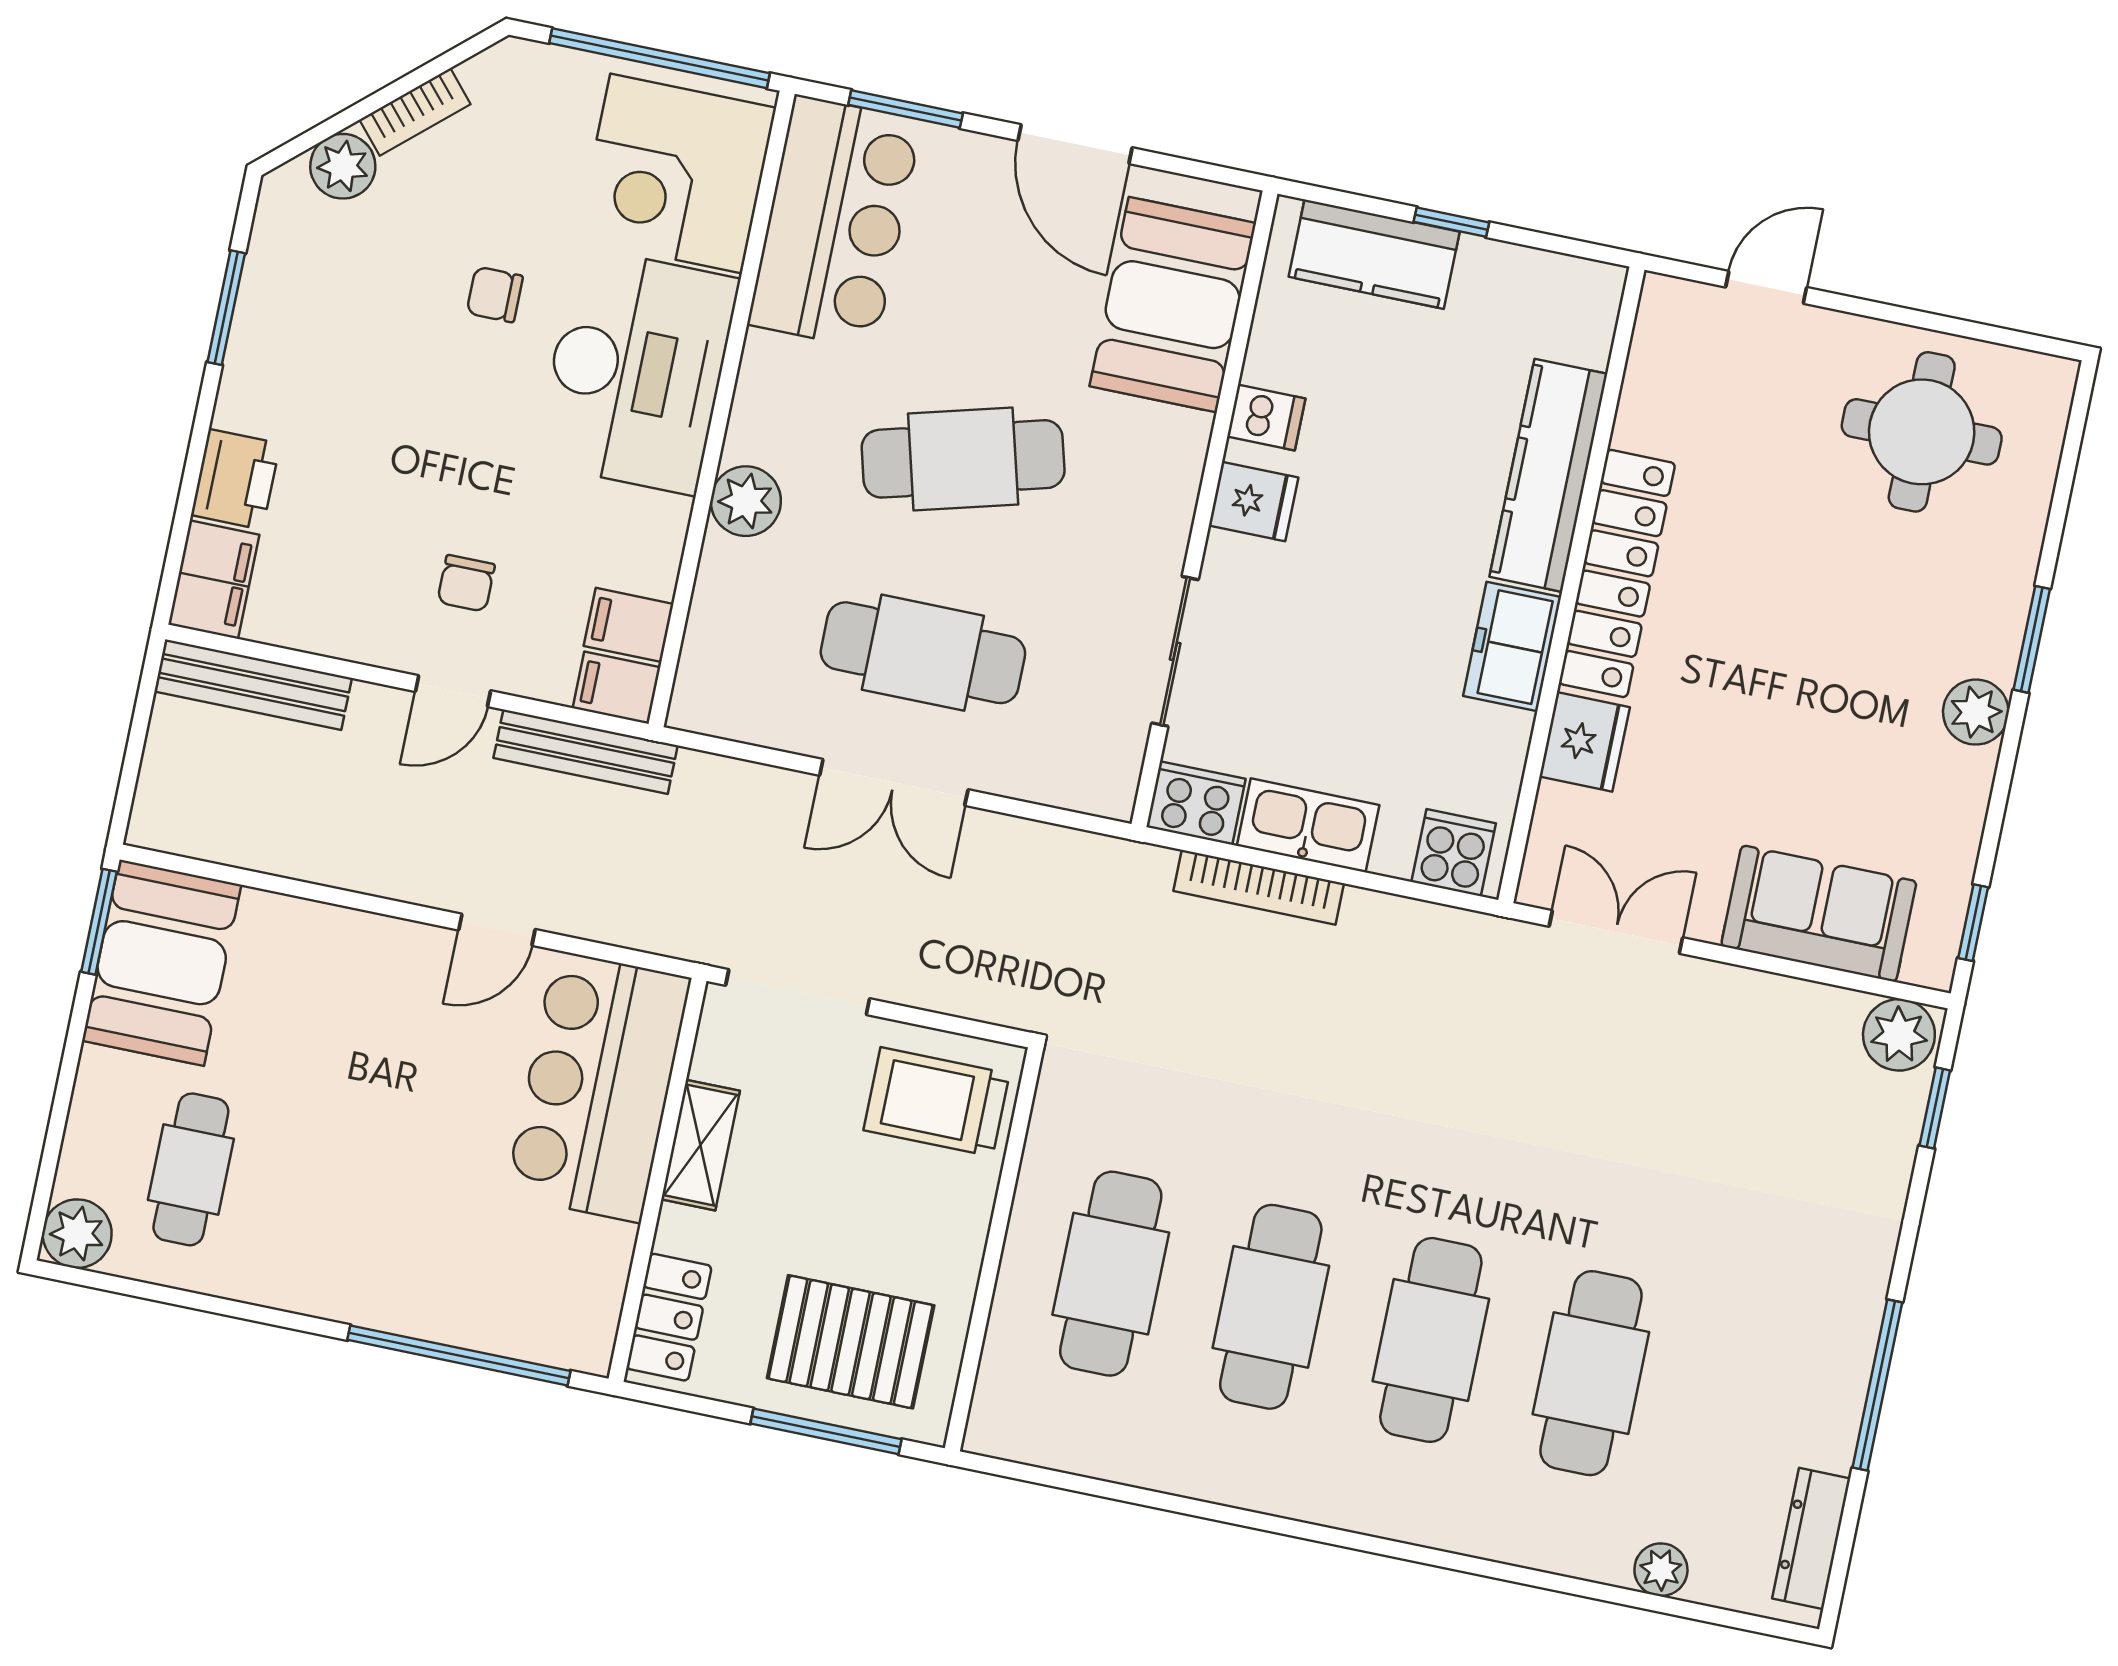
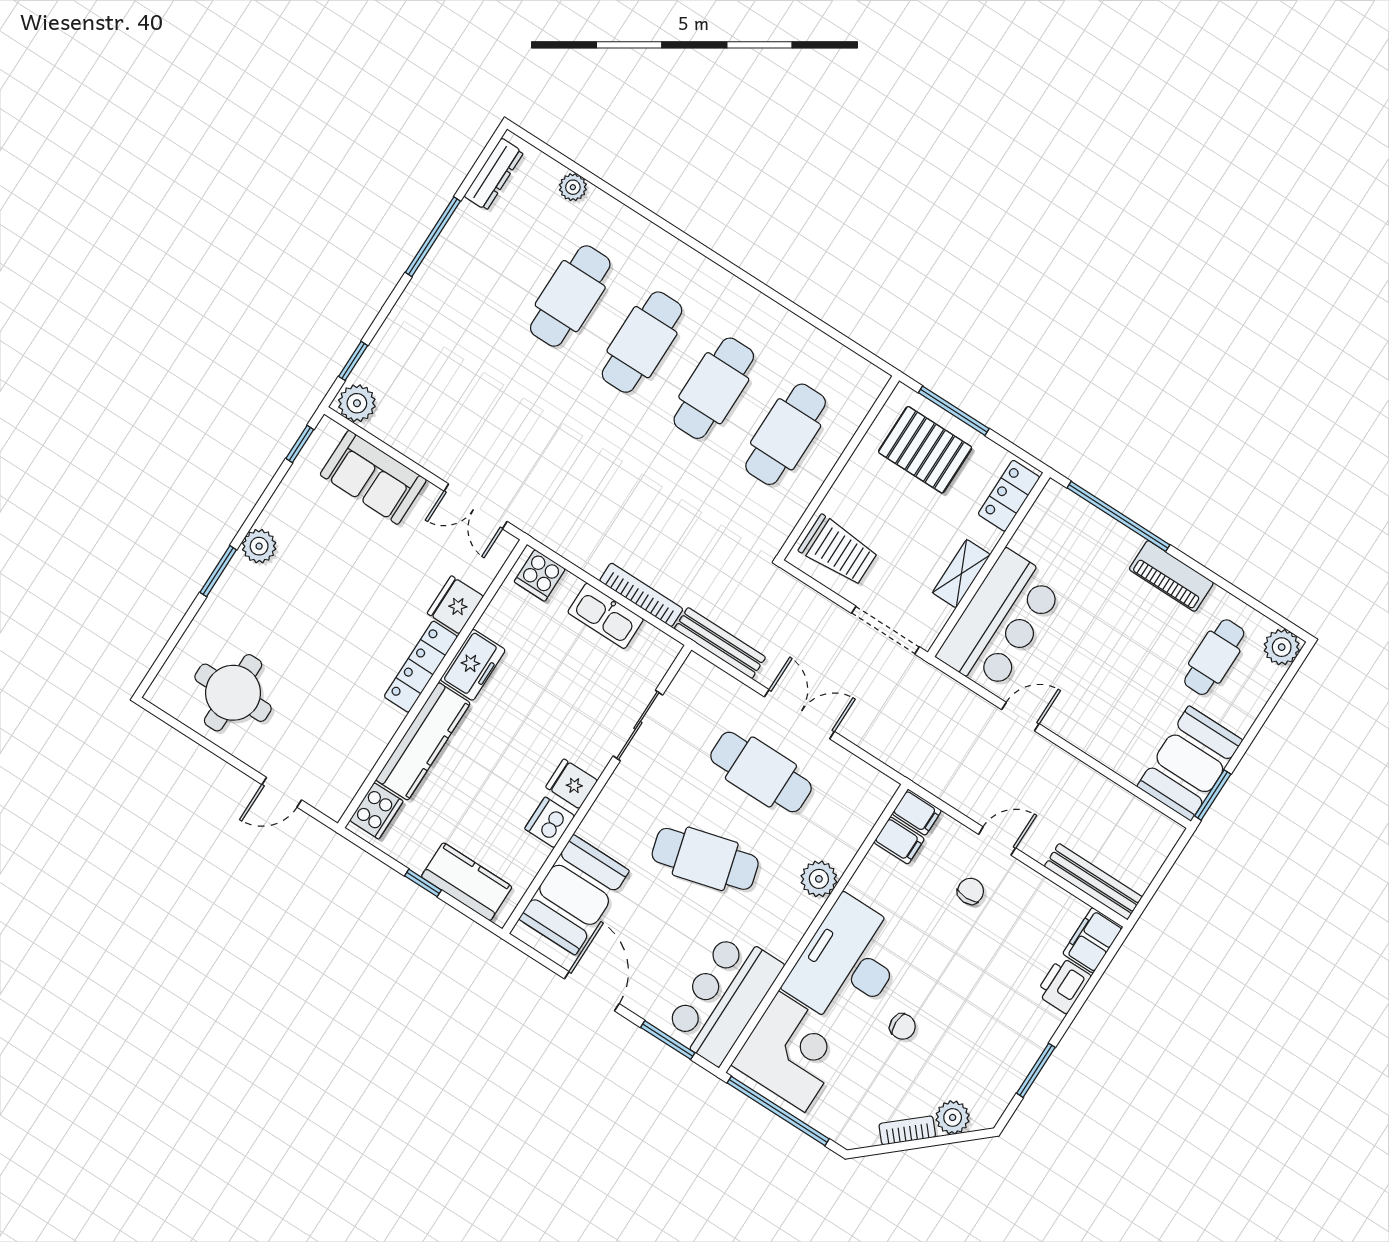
dishwasher: (1266, 418) -> (550, 822), width x1.38
locker: (1617, 573) -> (421, 667), width x0.71, depth x0.83
bench: (586, 752) -> (720, 643), moved
cooker: (1196, 803) -> (376, 811), moved, turned -90
piano: (323, 1285) -> (1171, 576), added

